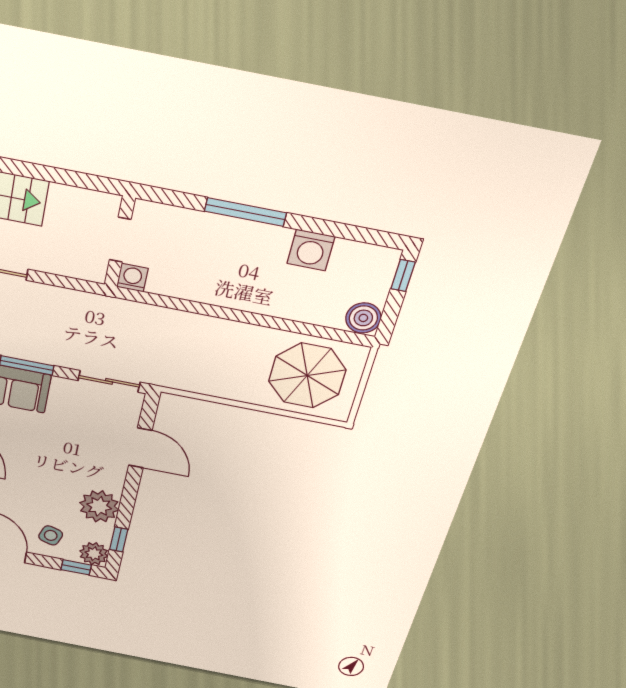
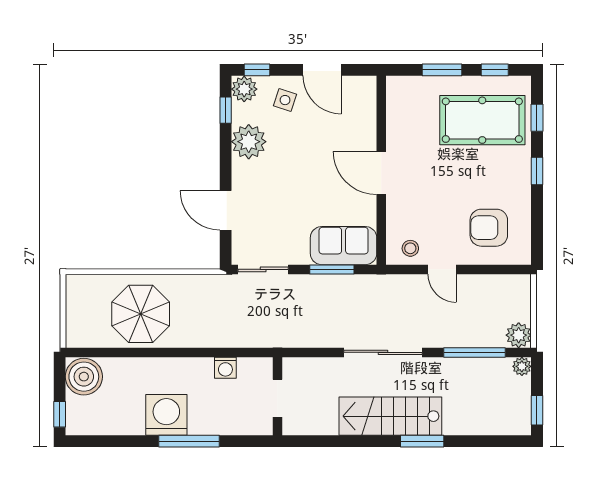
washing machine: (311, 250) -> (166, 415), moved, width x1.37, depth x1.37
washing machine: (132, 278) -> (225, 368), moved
boiler: (363, 318) -> (84, 377), width x1.37, depth x1.37
parasol: (307, 376) -> (141, 314), moved

